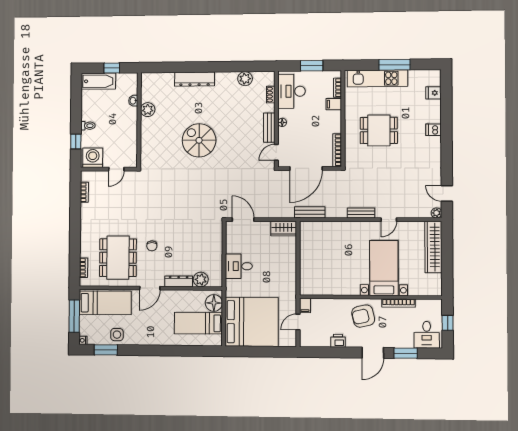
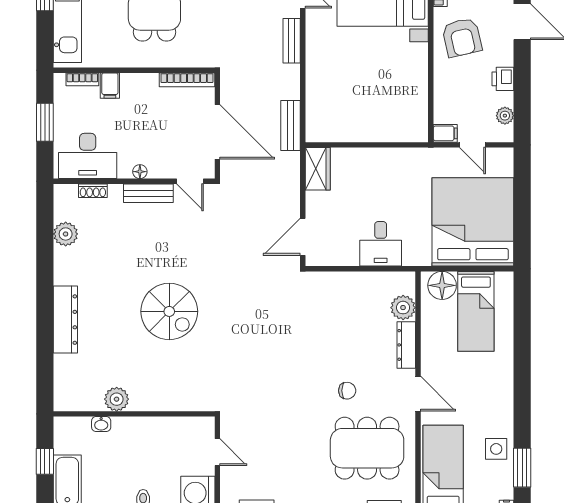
spiral stairs: (199, 140) -> (169, 311), turned -90
plant: (316, 342) -> (505, 116), added

